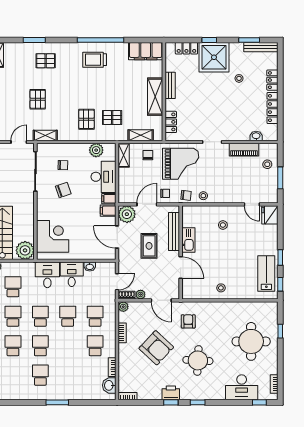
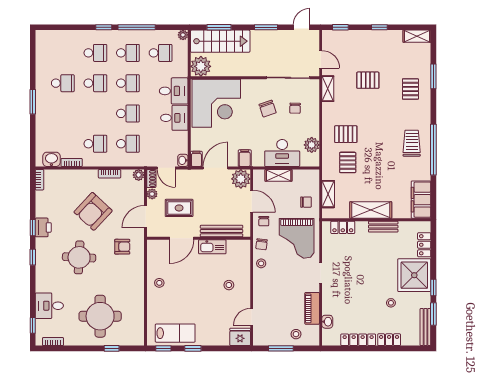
window: (209, 40) -> (433, 287), moved
shelving: (124, 155) -> (279, 175), moved
filing cabinet: (109, 199) -> (196, 159), moved
corner desk: (53, 236) -> (216, 103), width x1.36, depth x1.36
rug: (149, 246) -> (179, 208), moved
washbasin: (90, 267) -> (183, 160), moved
desk: (242, 387) -> (49, 306), width x0.73

